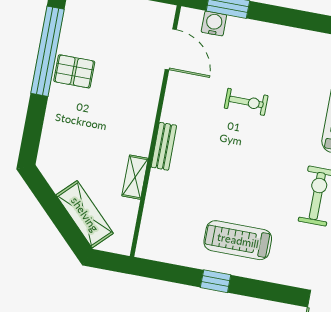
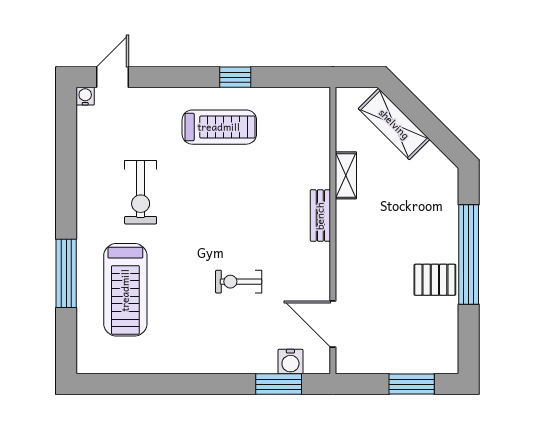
window: (48, 51) -> (469, 255), moved

